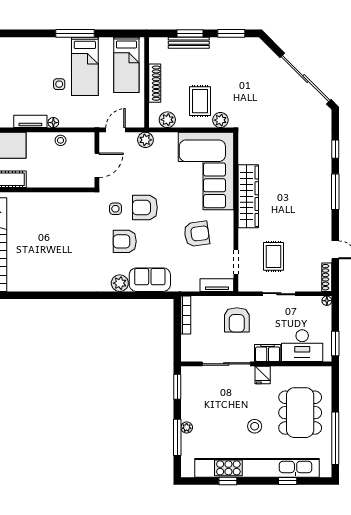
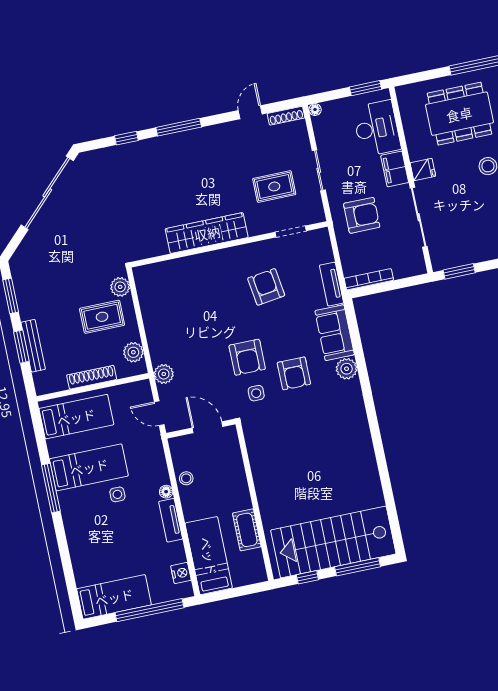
corner sofa: (206, 171) -> (186, 292), removed
tv unit: (217, 285) -> (331, 284), moved

